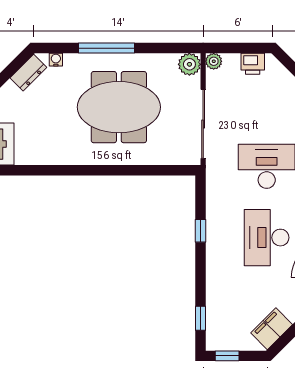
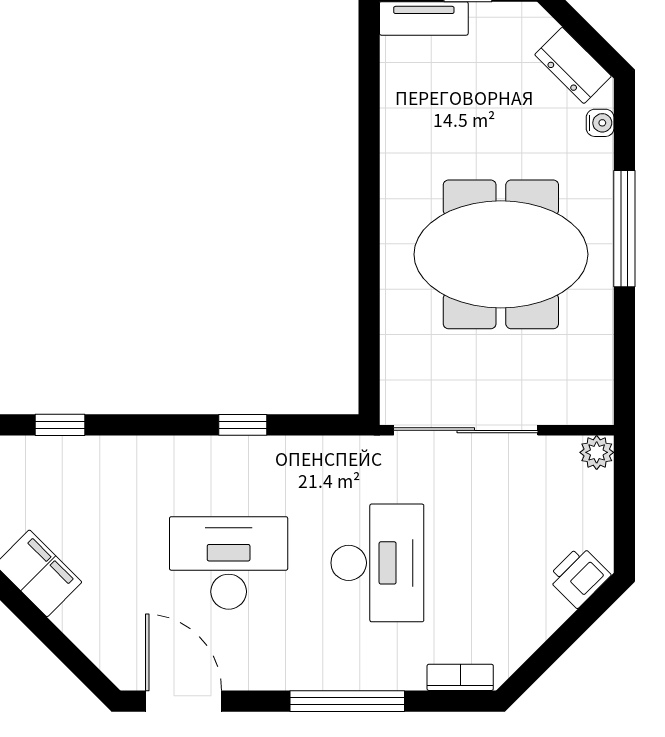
plant: (189, 64) -> (590, 402), removed
printer: (253, 64) -> (579, 576), moved, turned 45
meeting table: (119, 107) -> (501, 254), turned 90

